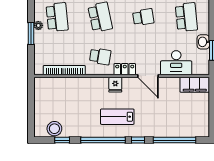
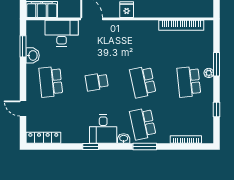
school desk: (100, 56) -> (143, 40), removed
locker: (125, 69) -> (117, 26), removed

